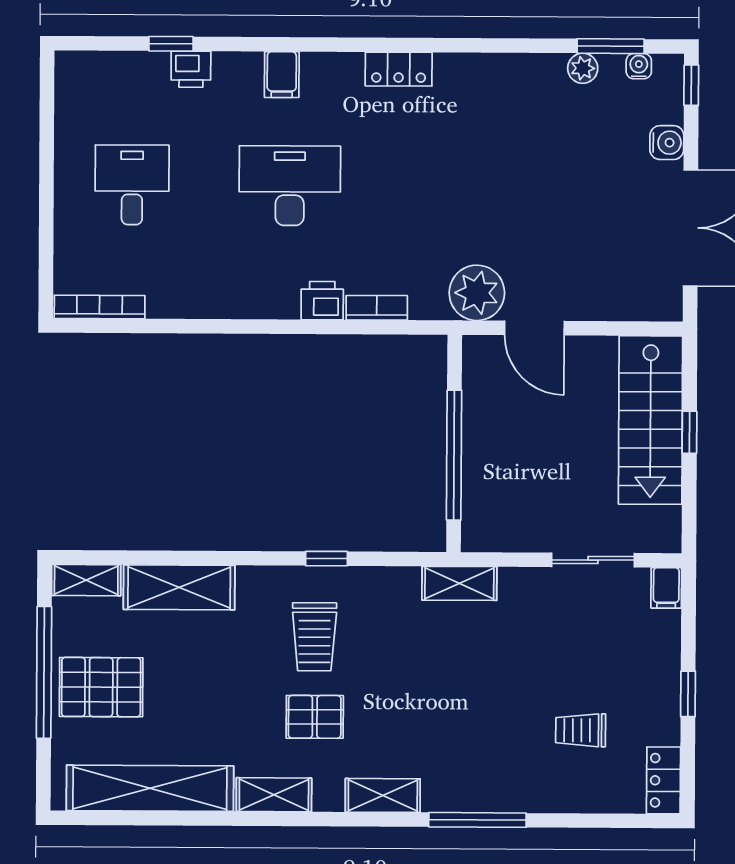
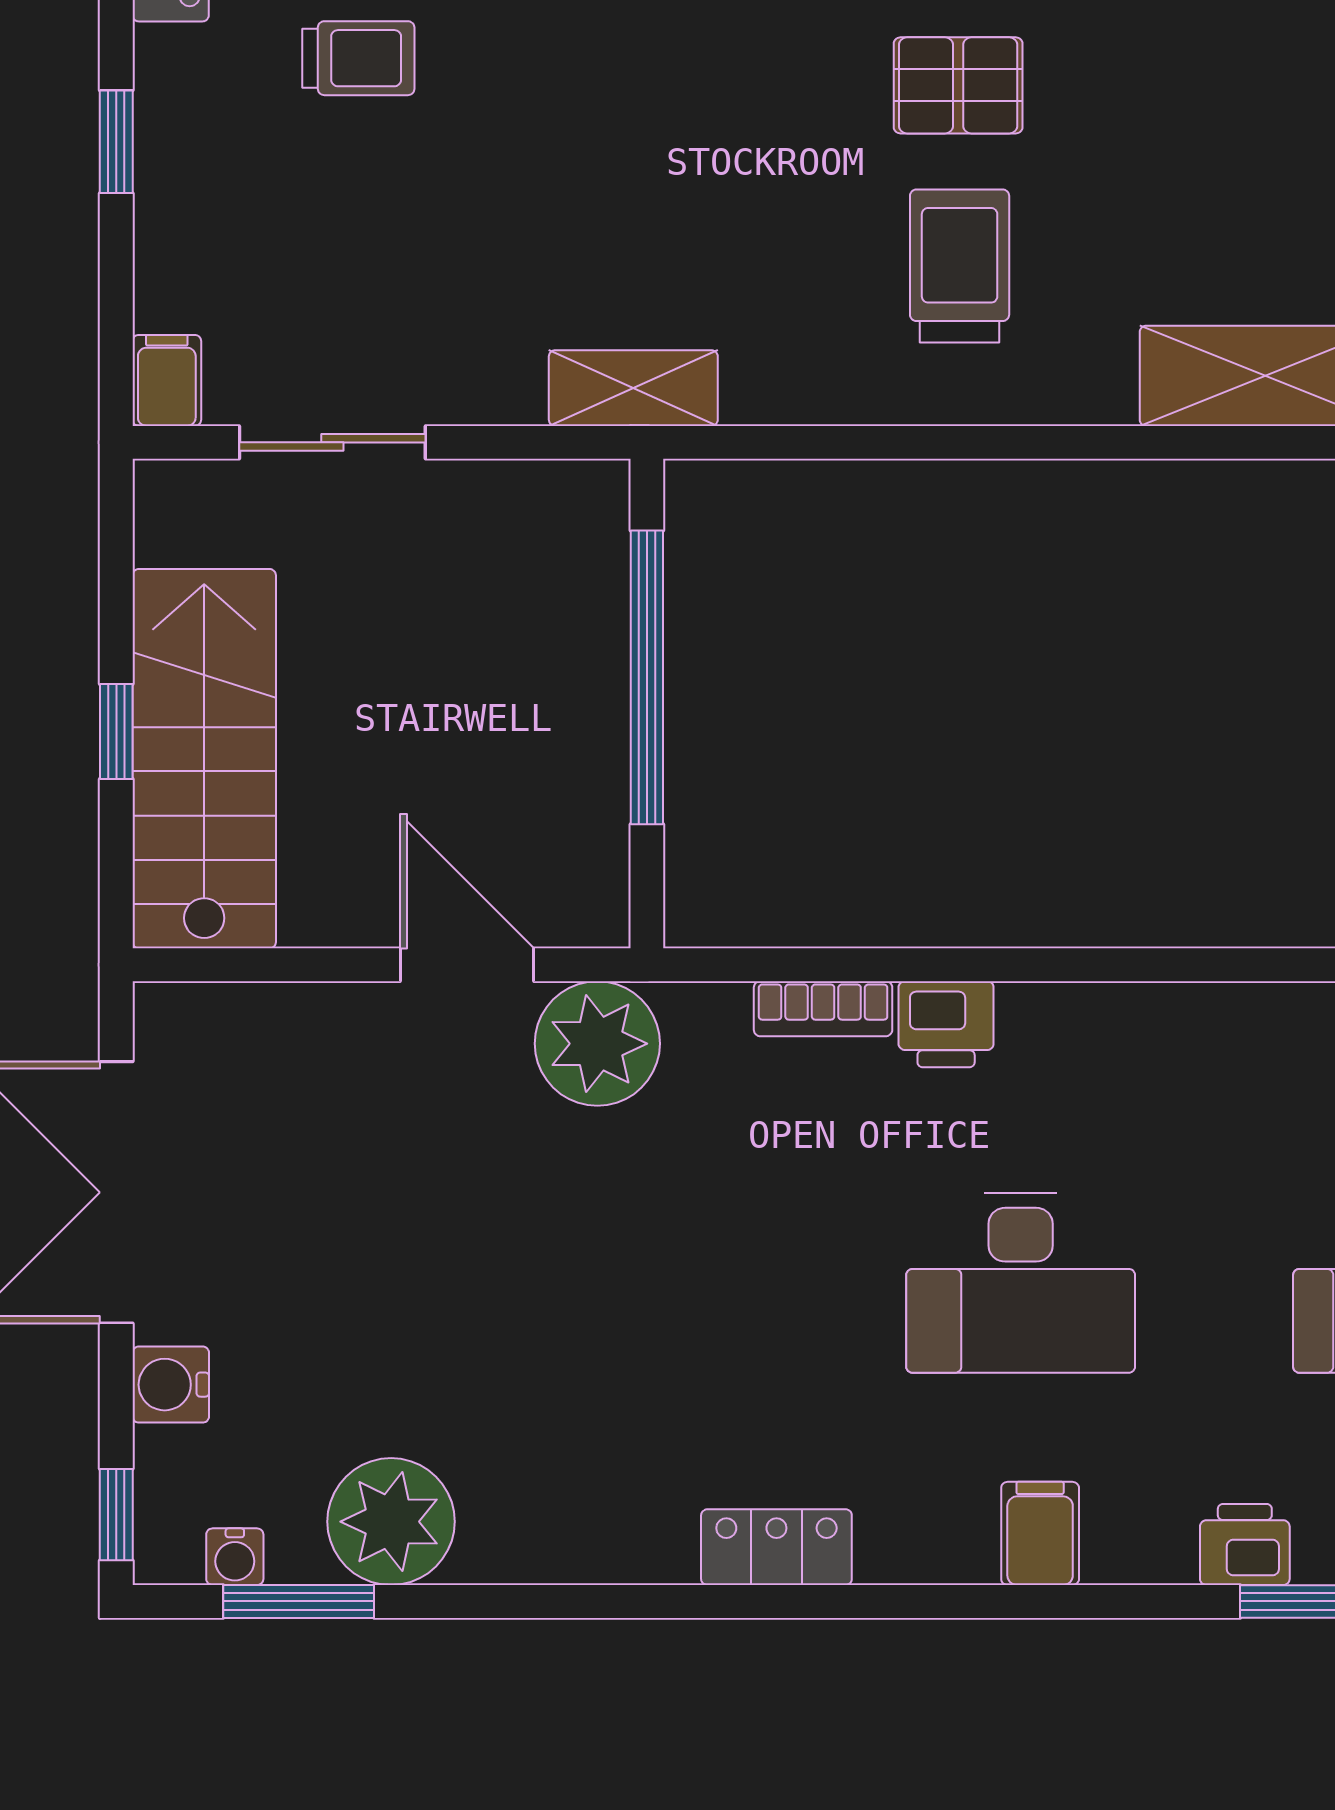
plant: (583, 68) -> (391, 1522), width x1.88, depth x1.88
window: (326, 559) -> (933, 442), removed

